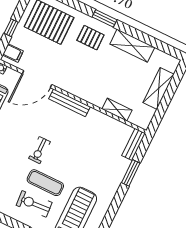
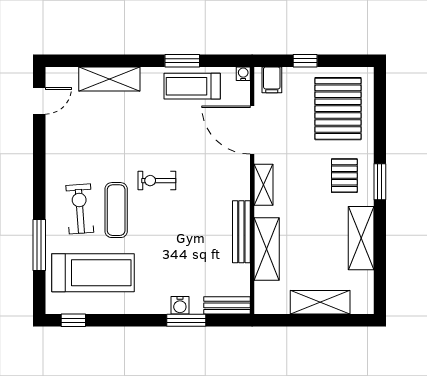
shelving: (73, 88) -> (263, 185), added
bench: (69, 103) -> (241, 232), moved
shelving: (117, 110) -> (267, 249), width x1.50, depth x1.33
water cooler: (120, 172) -> (180, 305), added

